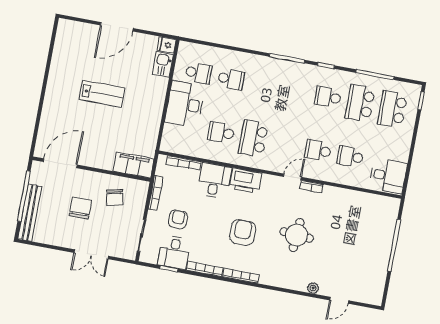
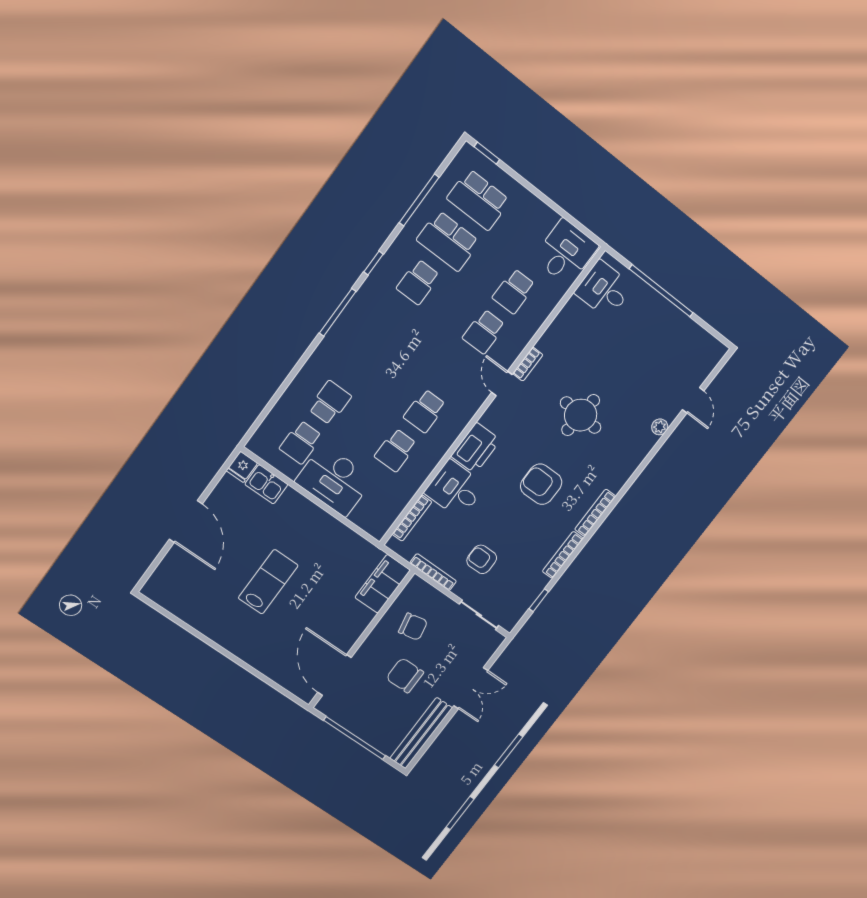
school desk: (199, 73) -> (301, 442), turned 180
school desk: (253, 139) -> (425, 411), width x0.54
bench: (30, 213) -> (421, 733), moved, turned 90
desk: (174, 252) -> (604, 289), moved, turned 180

